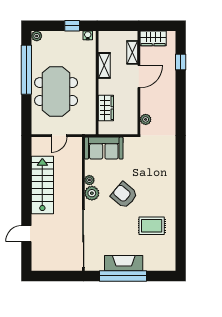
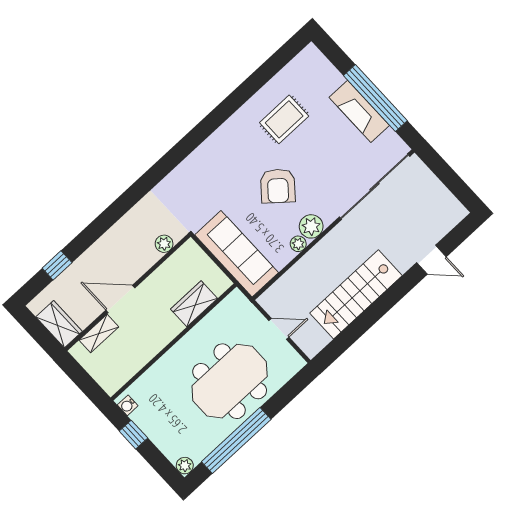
shelving: (104, 65) -> (145, 353), removed
sofa: (104, 148) -> (237, 254), width x1.36
rug: (152, 226) -> (284, 119), turned 90

